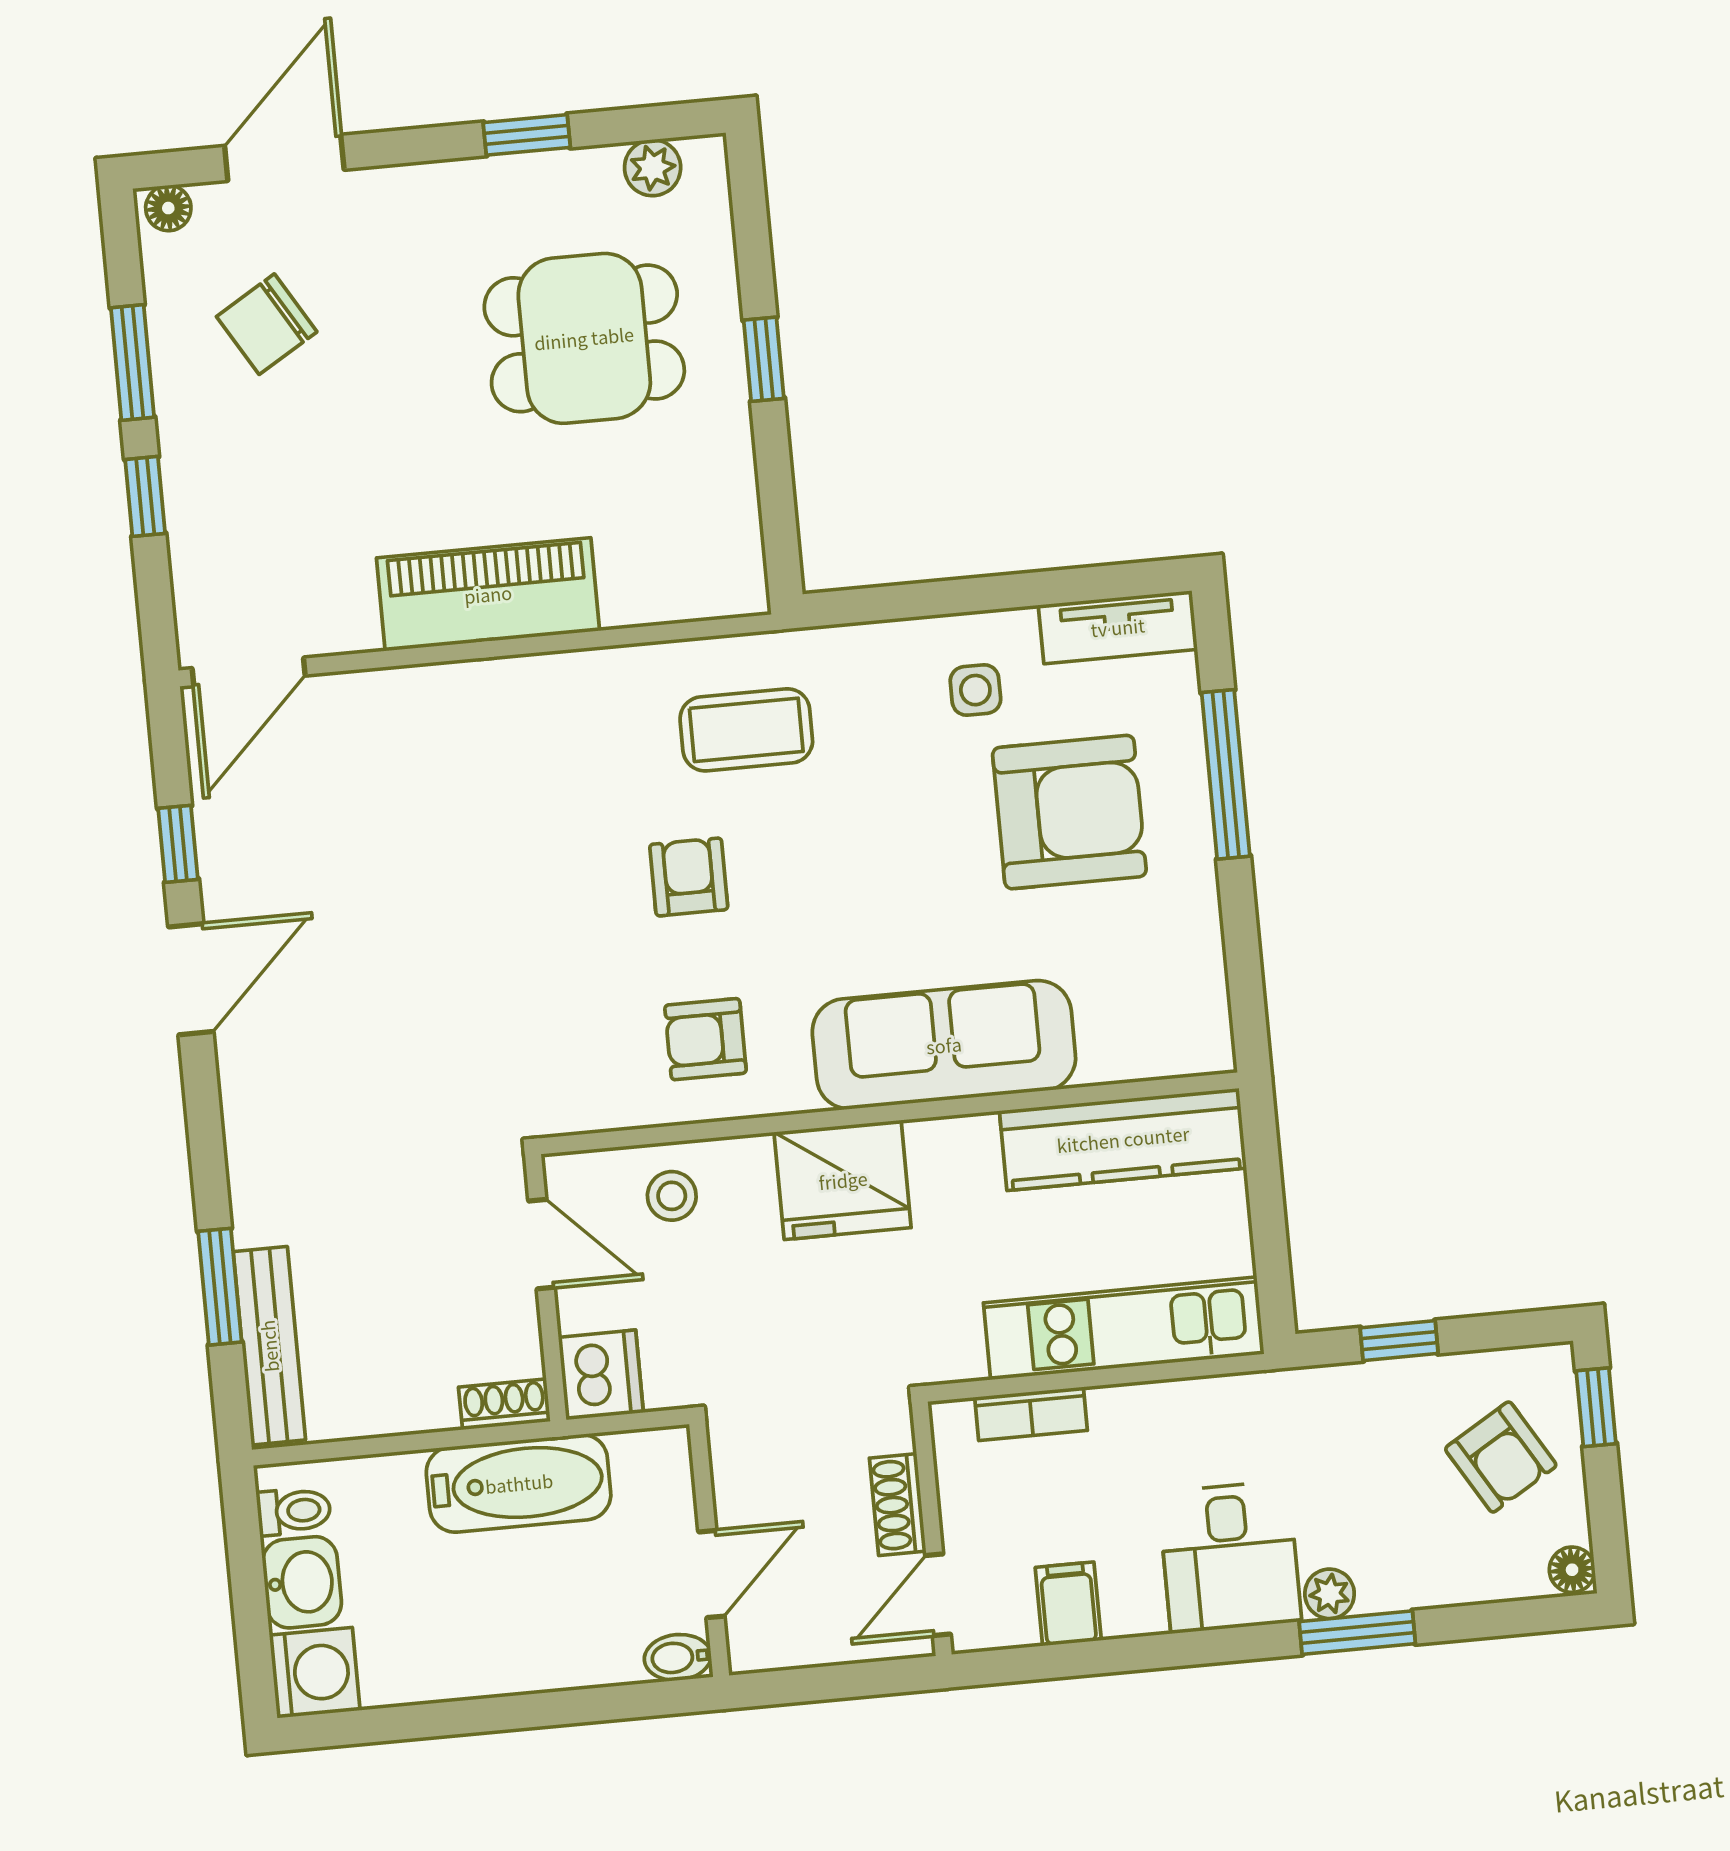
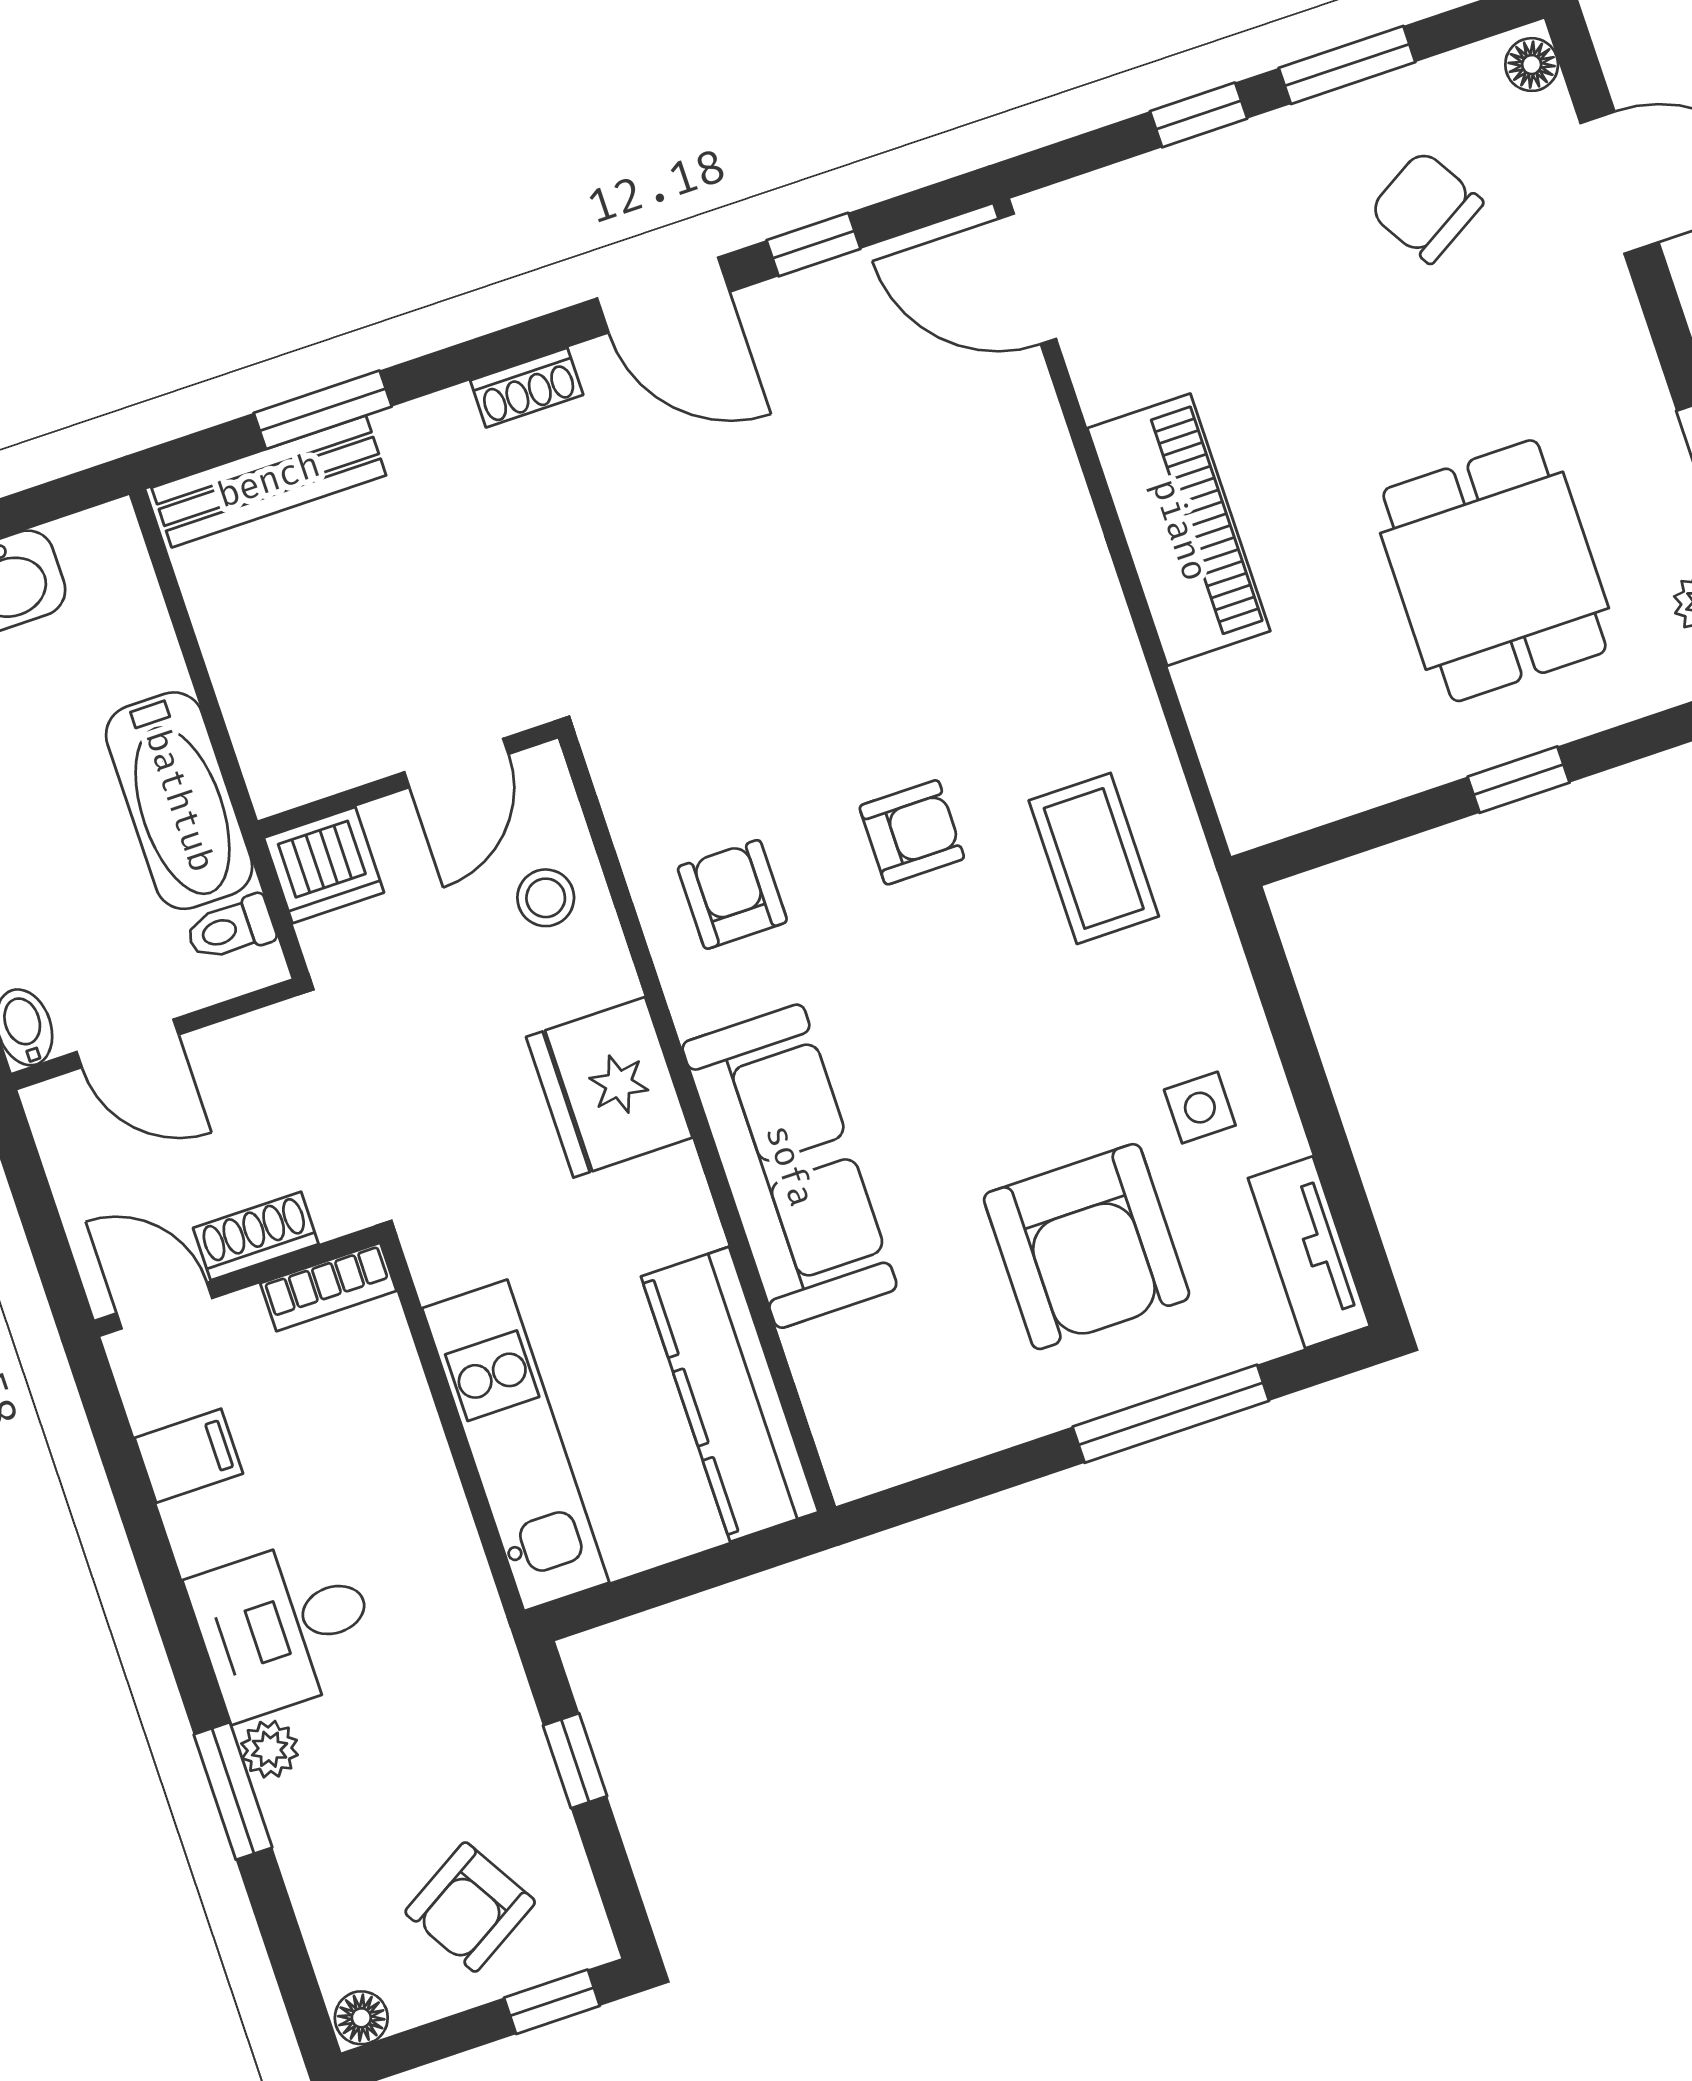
shoe rack: (504, 1404) -> (527, 388), moved, turned 90
bookcase: (1031, 1414) -> (328, 1287), moved, turned -90
toilet: (294, 1511) -> (231, 929), moved, turned 90

